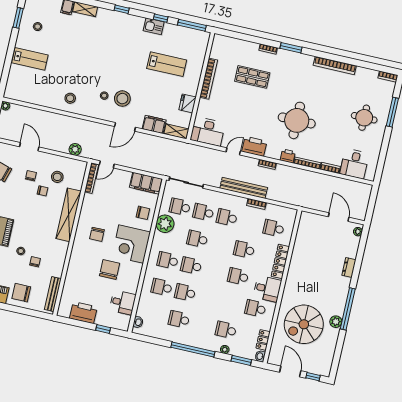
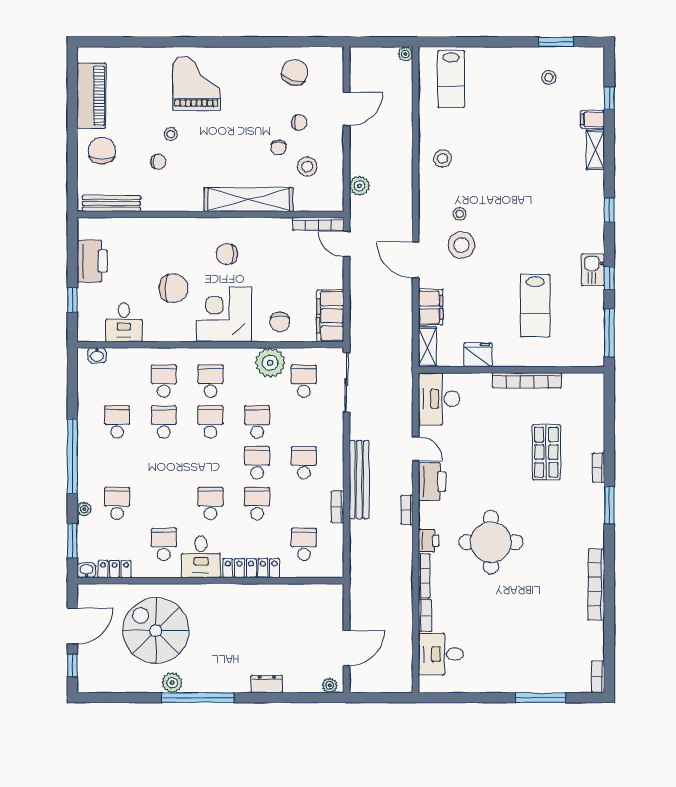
lab bench: (30, 59) -> (451, 79), moved
round table: (364, 118) -> (521, 653), removed
school desk: (203, 212) -> (257, 463), moved

